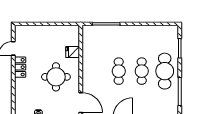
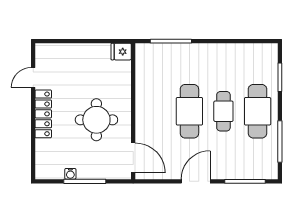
fridge: (73, 52) -> (121, 52), moved
locker: (20, 67) -> (43, 114), width x1.53
cafe table: (119, 71) -> (189, 111), width x1.37, depth x1.35

